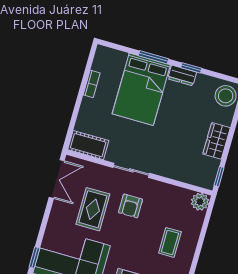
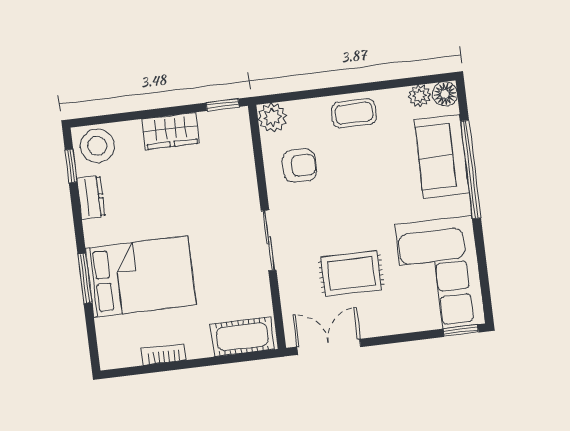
window: (191, 68) -> (71, 166), moved
dresser: (182, 76) -> (91, 197), moved
cot: (88, 145) -> (242, 337), moved, turned 90
armchair: (131, 206) -> (300, 166), moved
coffee table: (170, 242) -> (354, 113), moved

